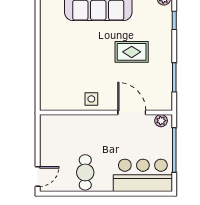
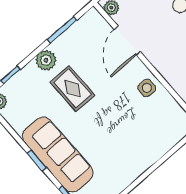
plant: (164, 51) -> (46, 60), added

